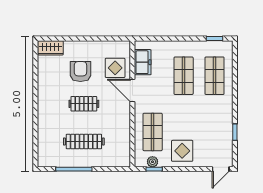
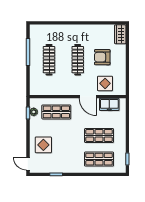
armchair: (80, 72) -> (102, 57), turned 180
door: (132, 91) -> (88, 97), swing flipped
clothes rail: (84, 104) -> (78, 60), width x1.36
display table: (182, 151) -> (43, 145), moved

